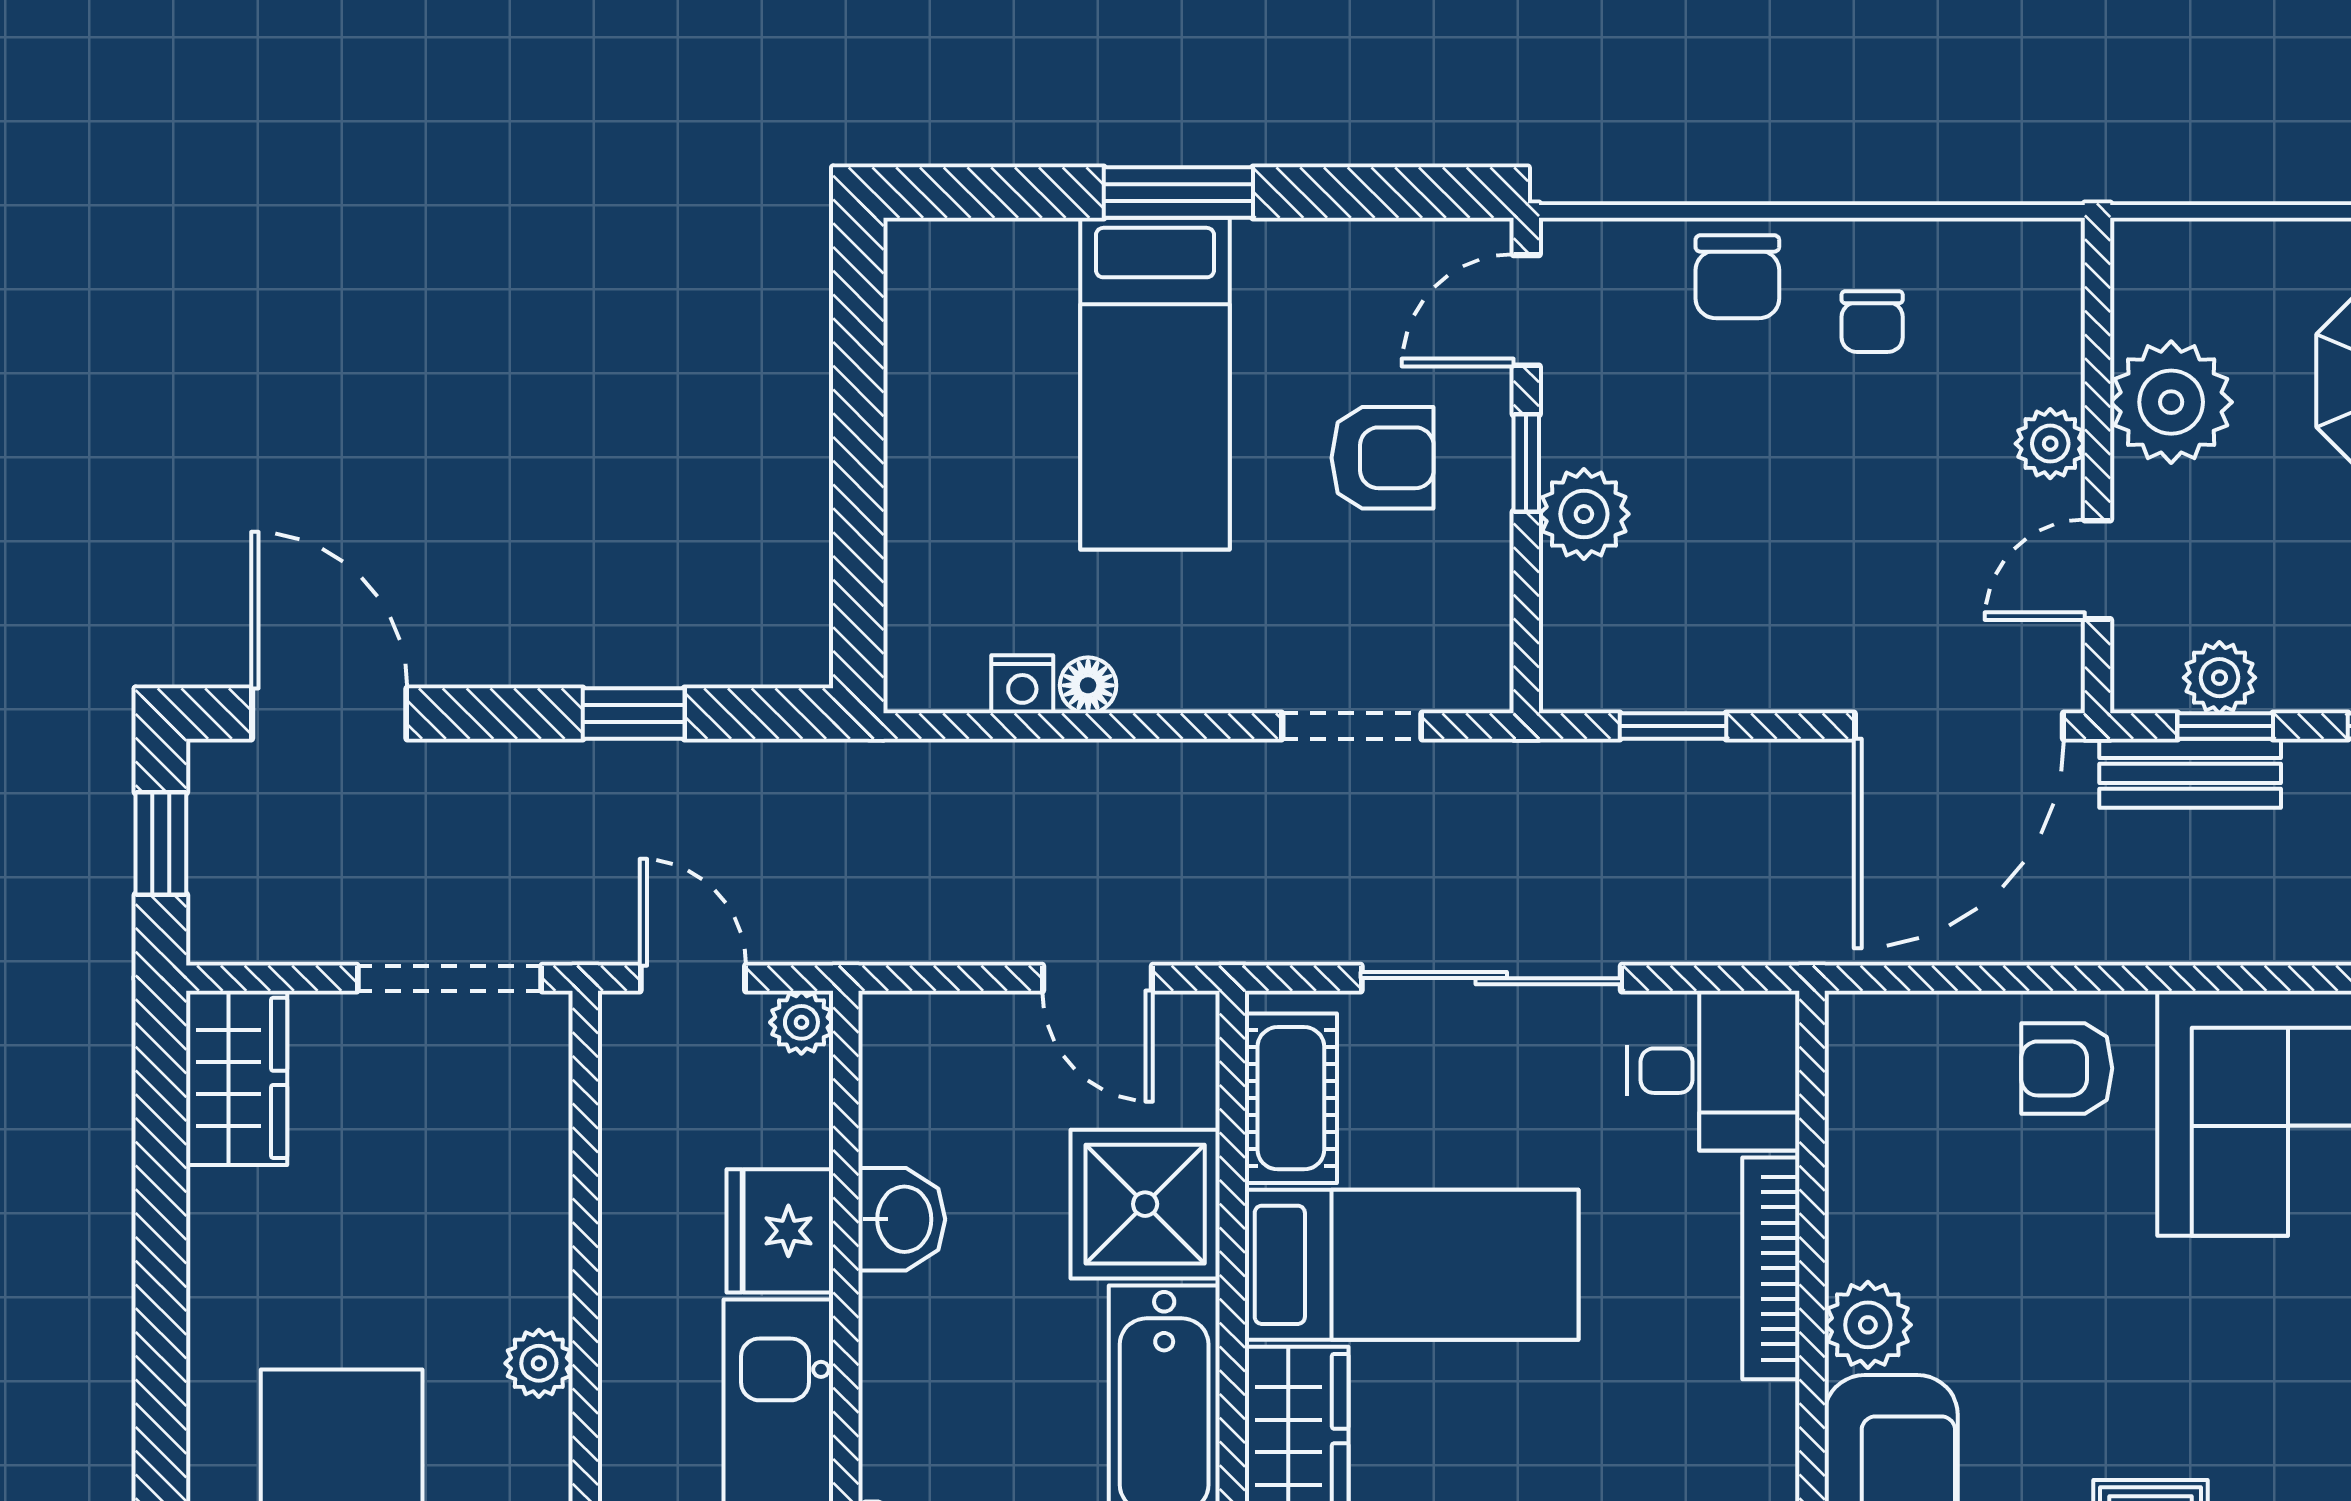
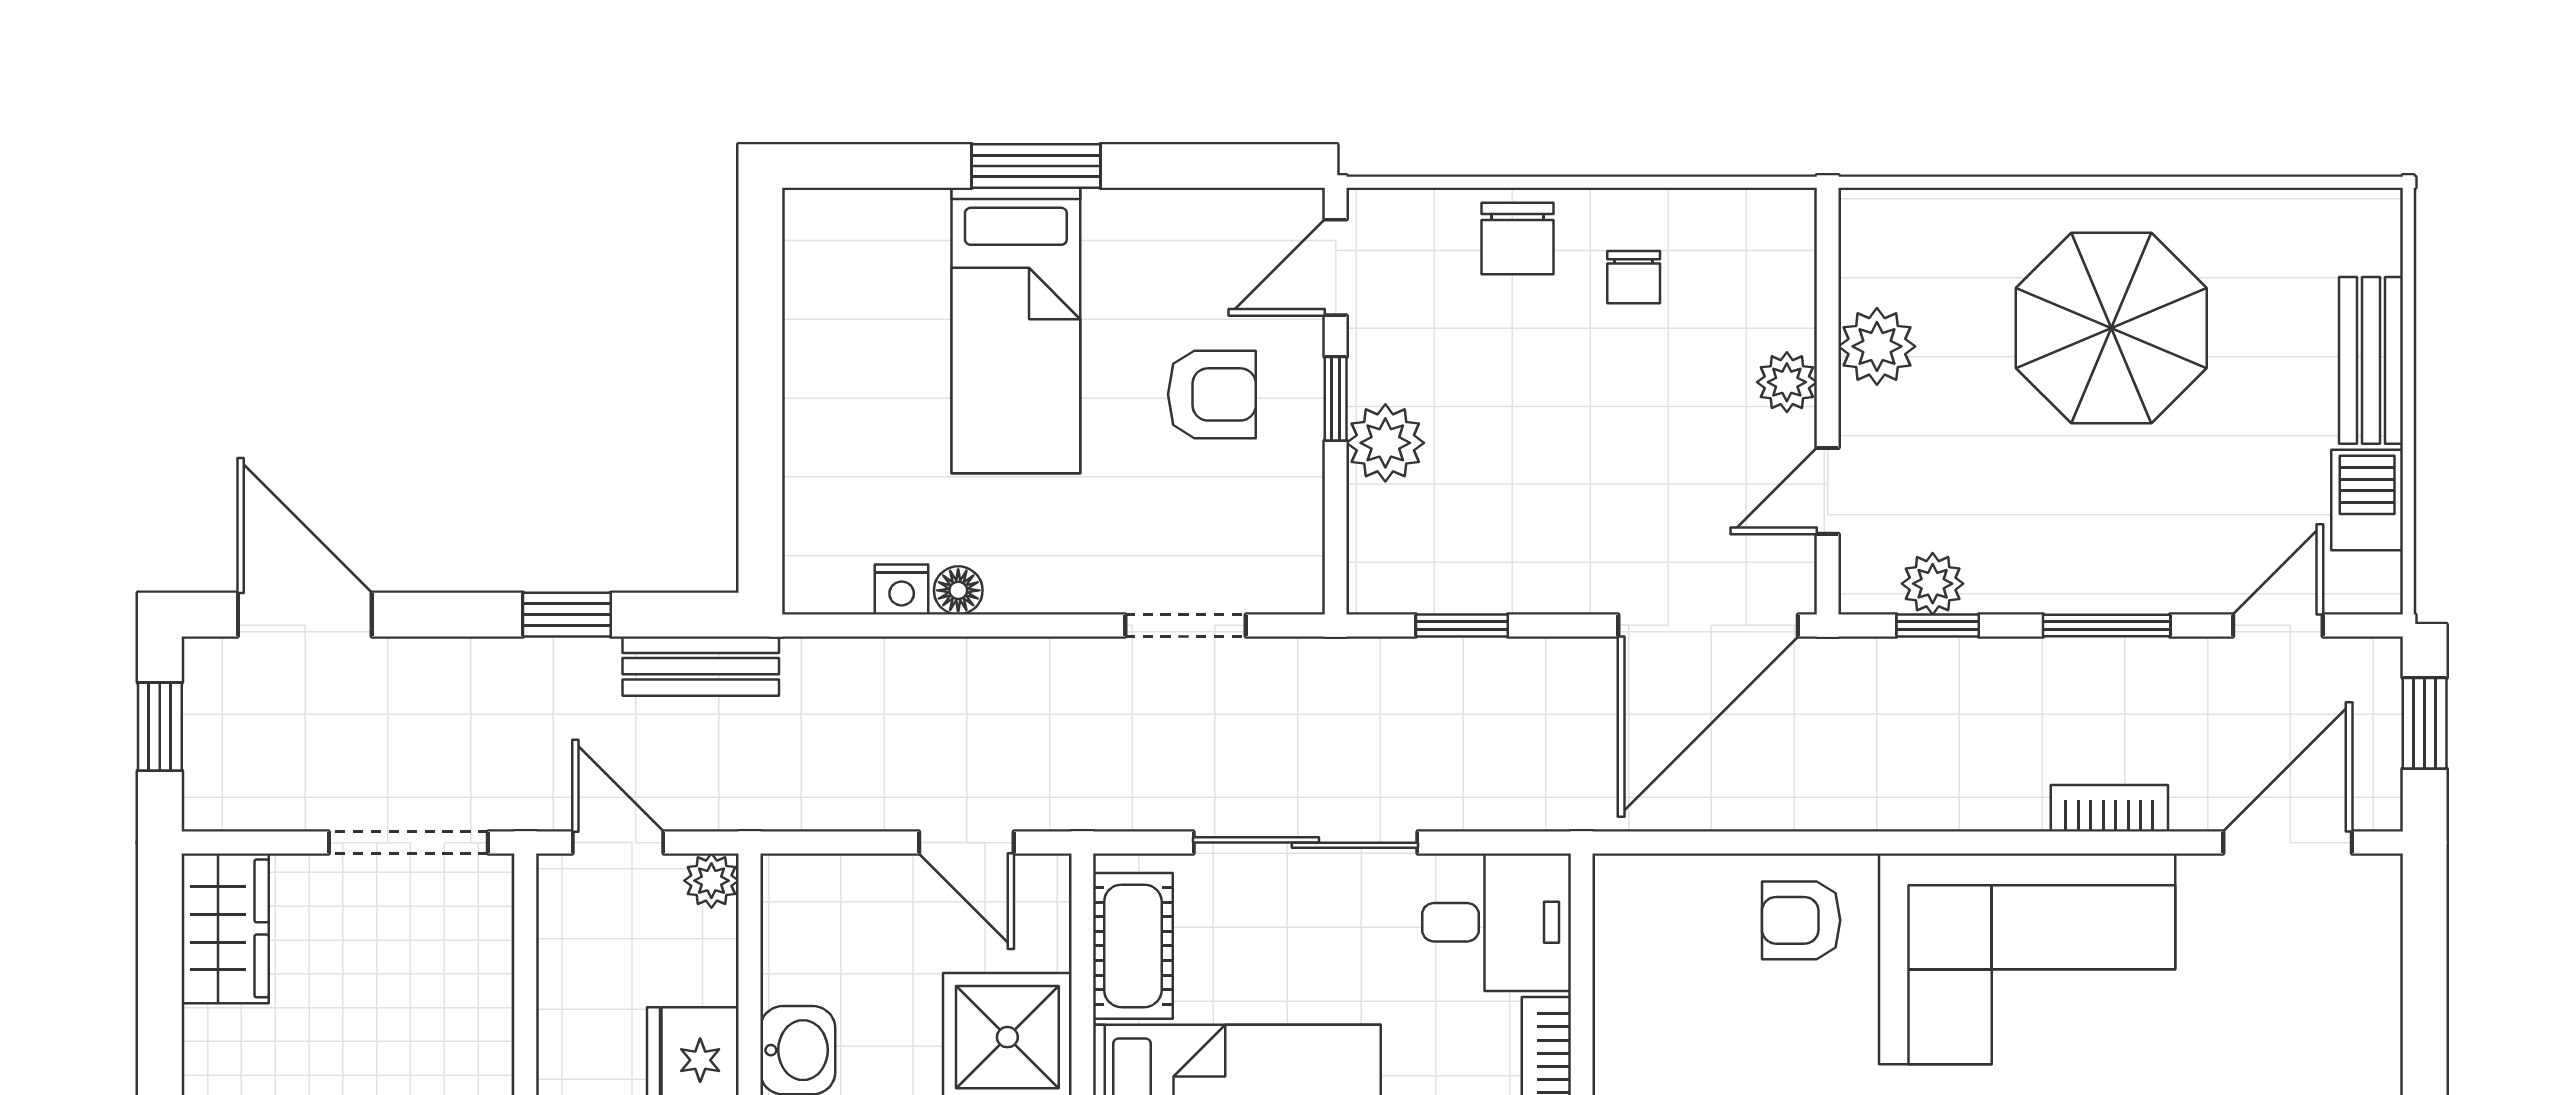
plant: (2171, 402) -> (1877, 346), width x0.73, depth x0.73
bench: (2190, 773) -> (701, 666), moved

